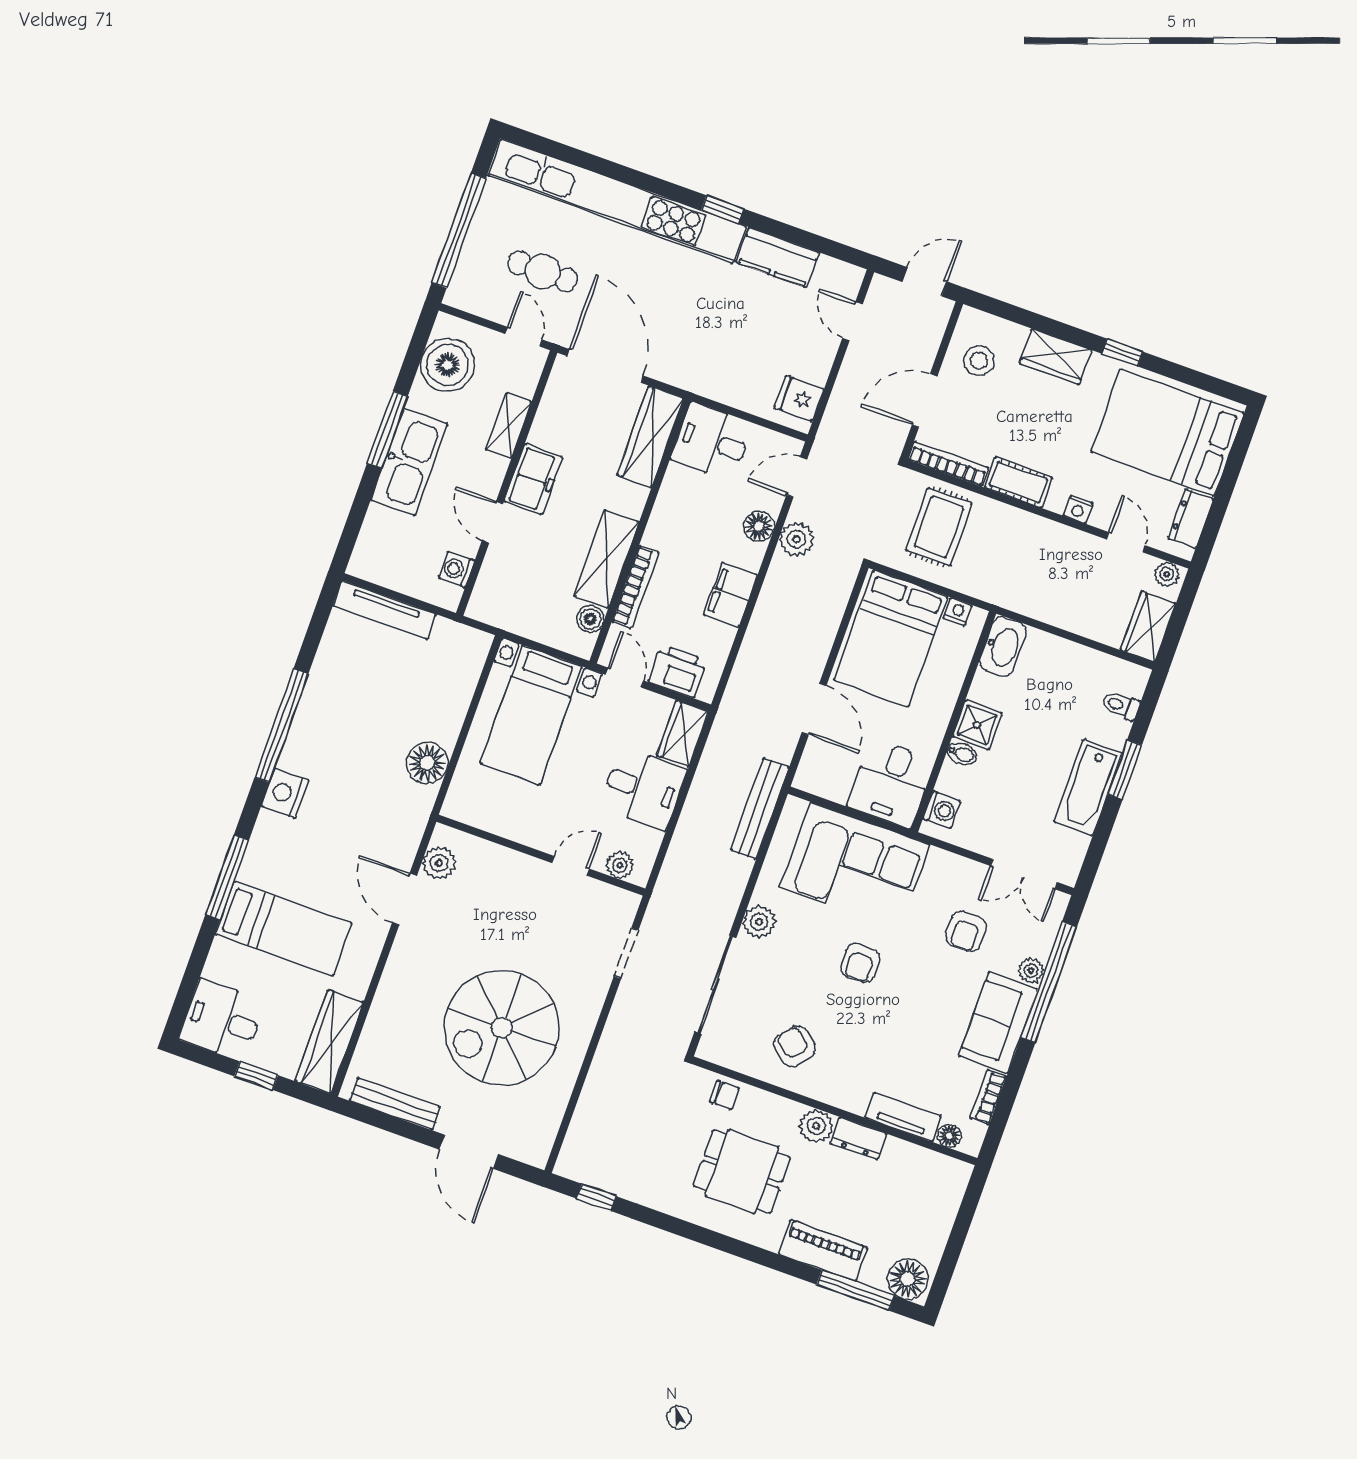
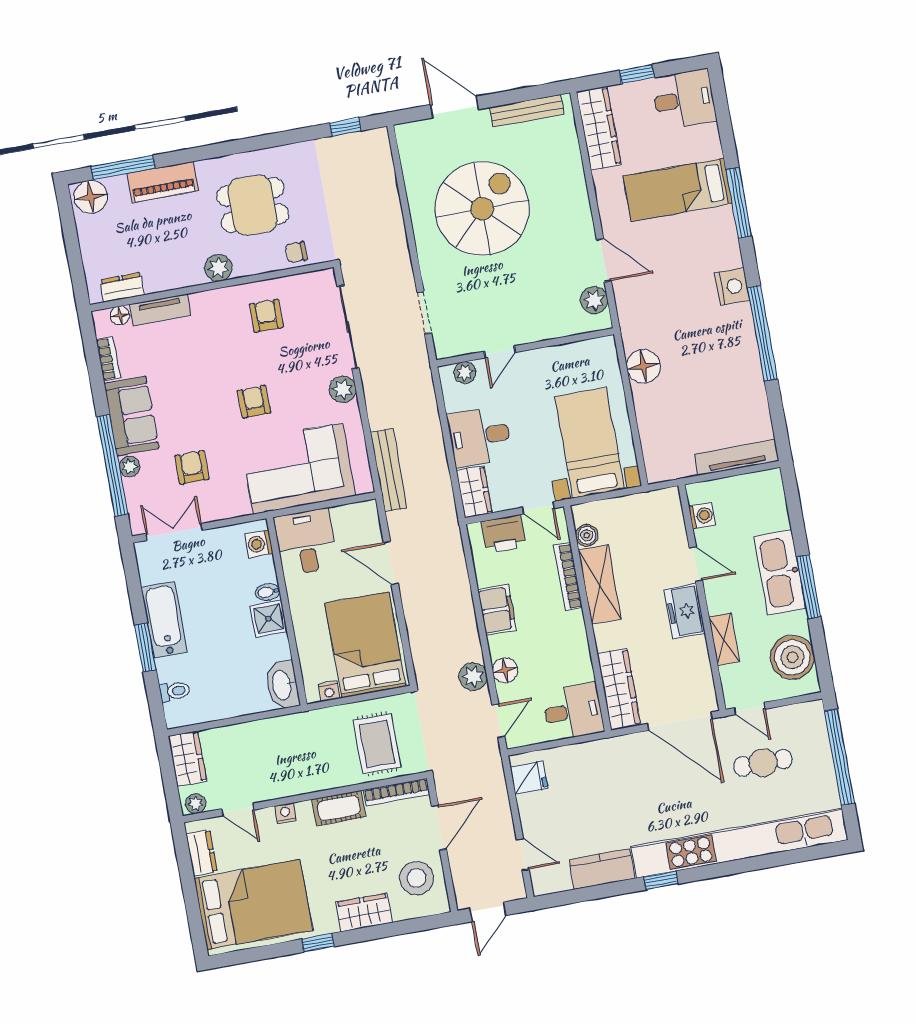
stool: (979, 361) -> (417, 878), width x1.38, depth x1.38
armchair: (795, 1046) -> (266, 316), turned -130
dresser: (858, 1139) -> (122, 287), moved

